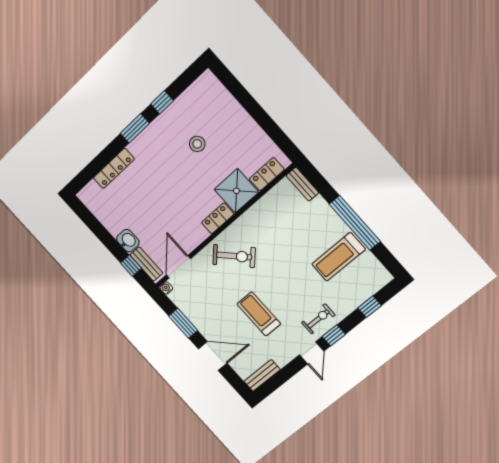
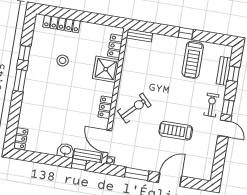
locker: (227, 102) -> (62, 24), added
locker: (114, 168) -> (21, 139), moved, width x0.66
locker: (218, 218) -> (105, 107), moved
window: (355, 223) -> (186, 33), width x0.32
bench: (262, 375) -> (224, 71), moved

